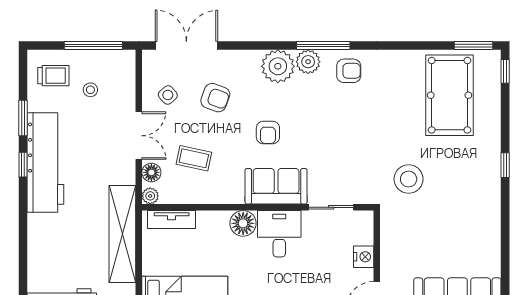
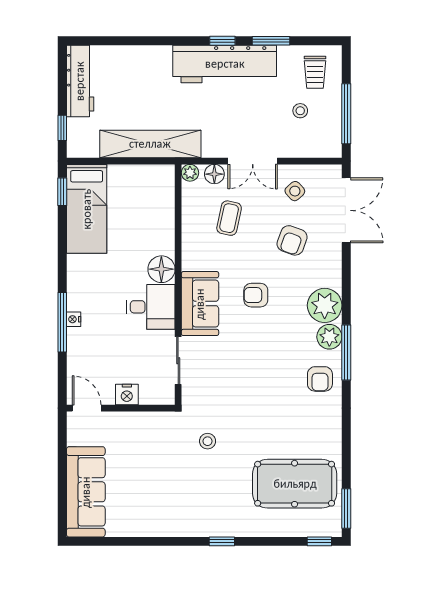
stool: (409, 179) -> (208, 441), width x0.53, depth x0.53
tv unit: (172, 220) -> (165, 195), removed

